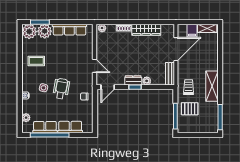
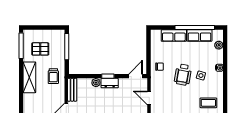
pallet: (190, 109) -> (40, 49), moved

